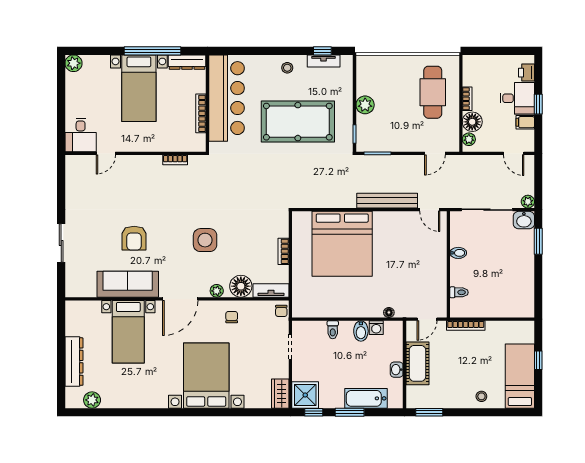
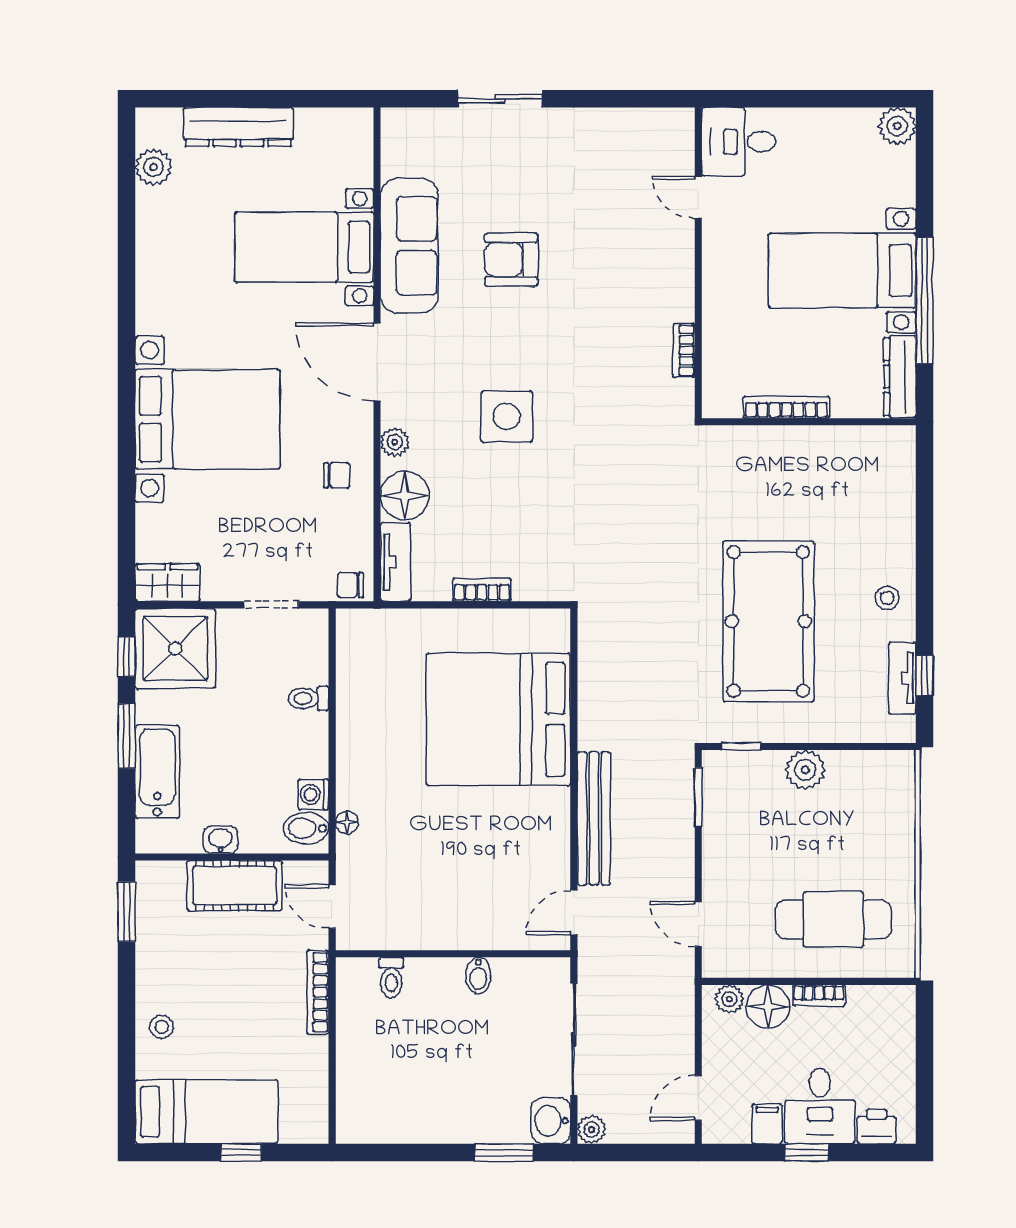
bar counter: (227, 98) -> (820, 464), removed
bidet: (361, 331) -> (306, 828), moved
shower: (305, 395) -> (175, 648), width x1.37, depth x1.37

